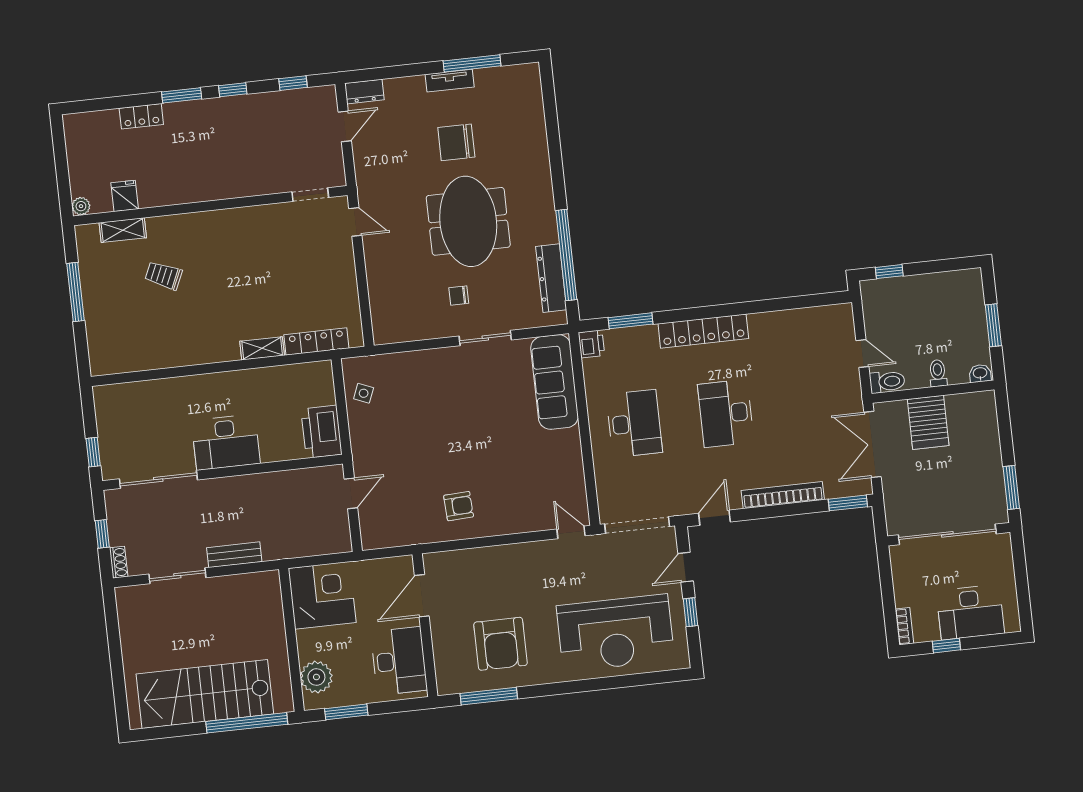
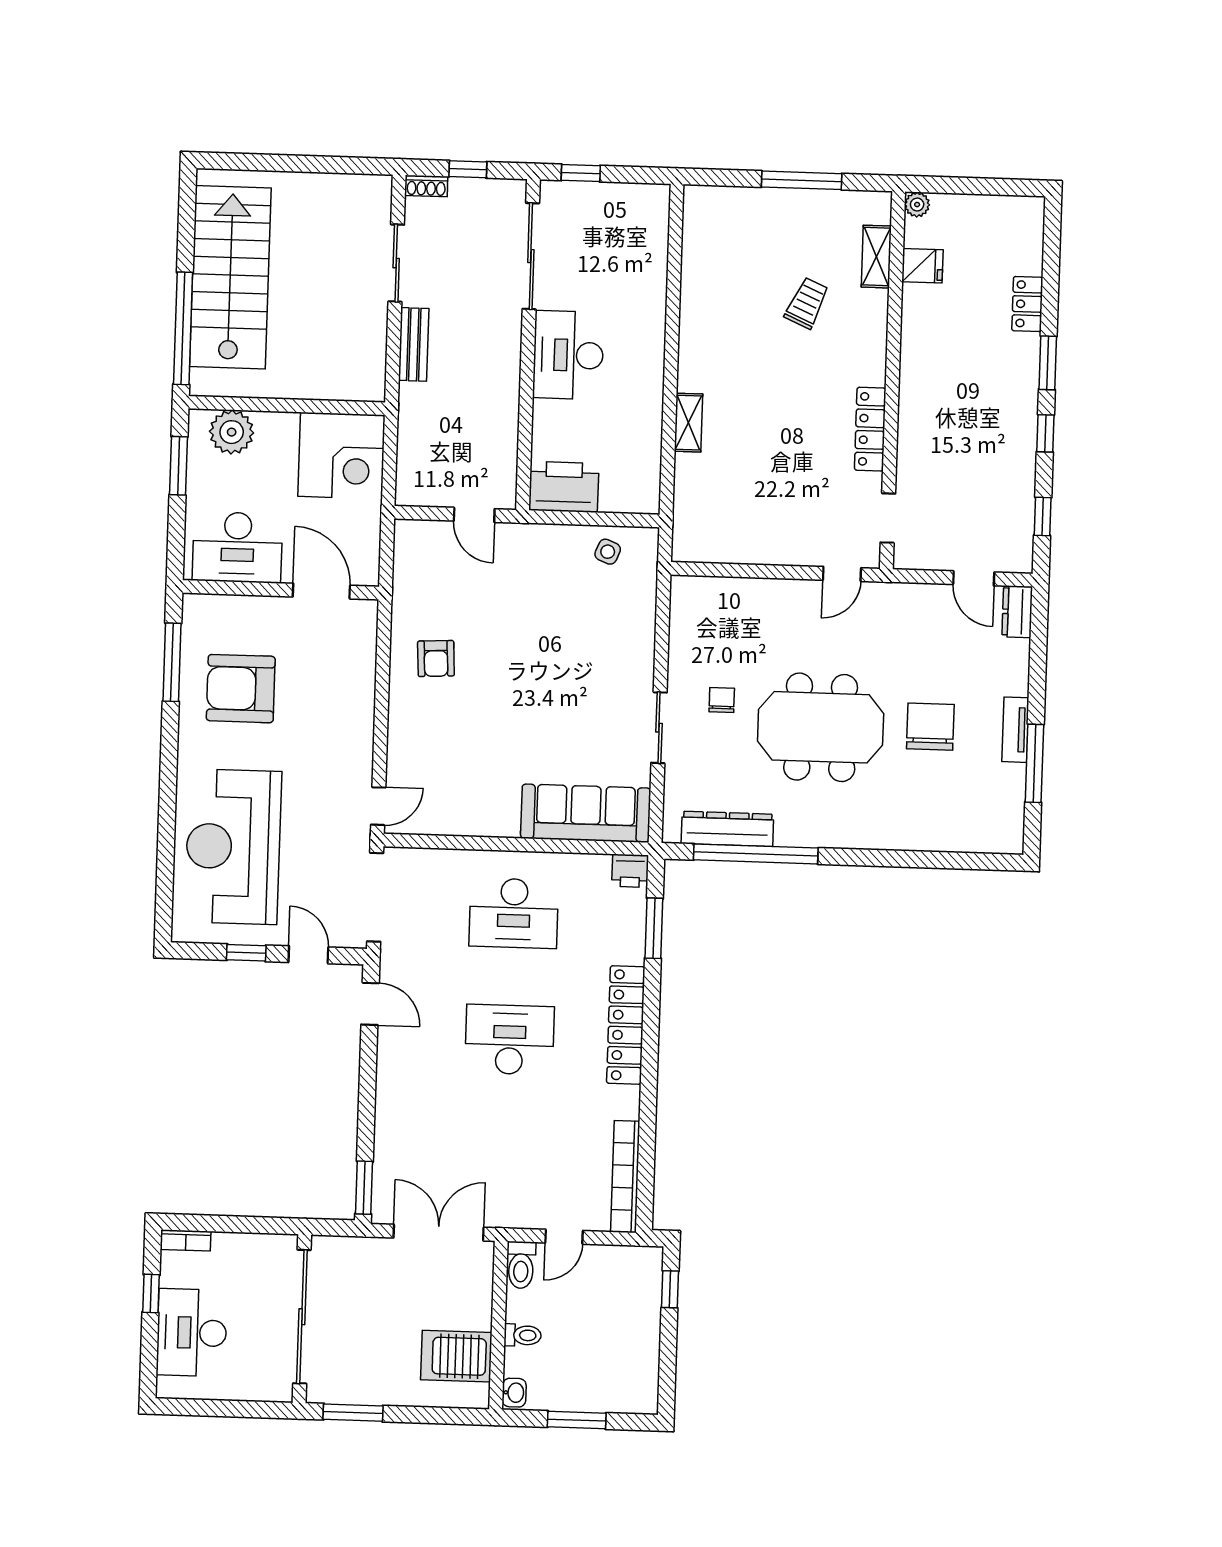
locker: (316, 341) -> (870, 429), moved, turned 180
server rack: (928, 422) -> (456, 1356), moved
bookcase: (783, 495) -> (625, 1177), moved, turned 180

